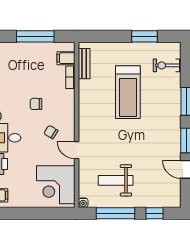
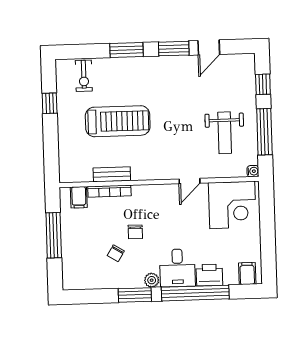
window: (144, 36) -> (50, 103), width x0.67
bench: (84, 64) -> (112, 174), moved
bookcase: (70, 77) -> (109, 191), width x1.56
chair: (51, 132) -> (116, 253), moved

